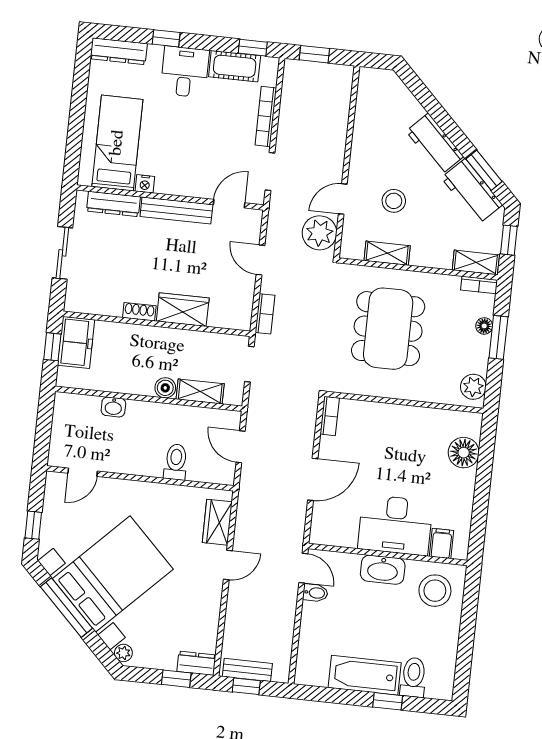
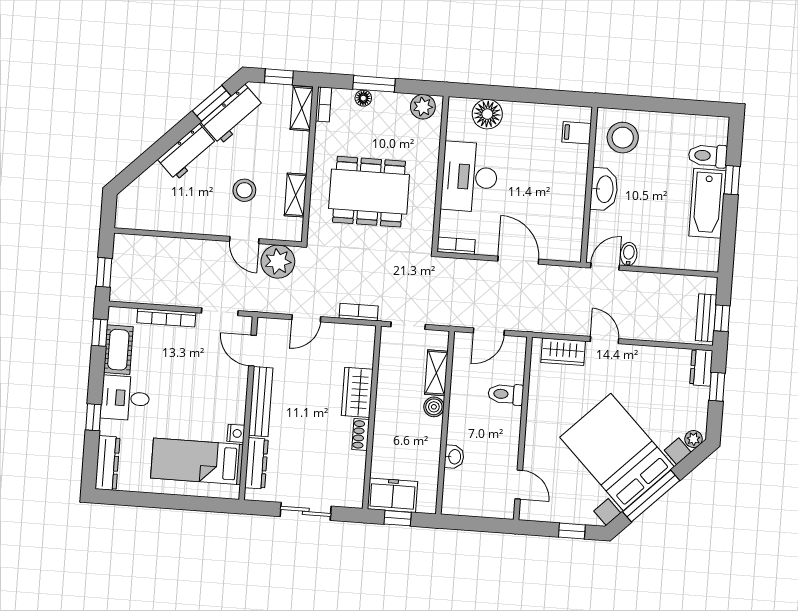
desk: (395, 525) -> (469, 177), moved, turned 180

